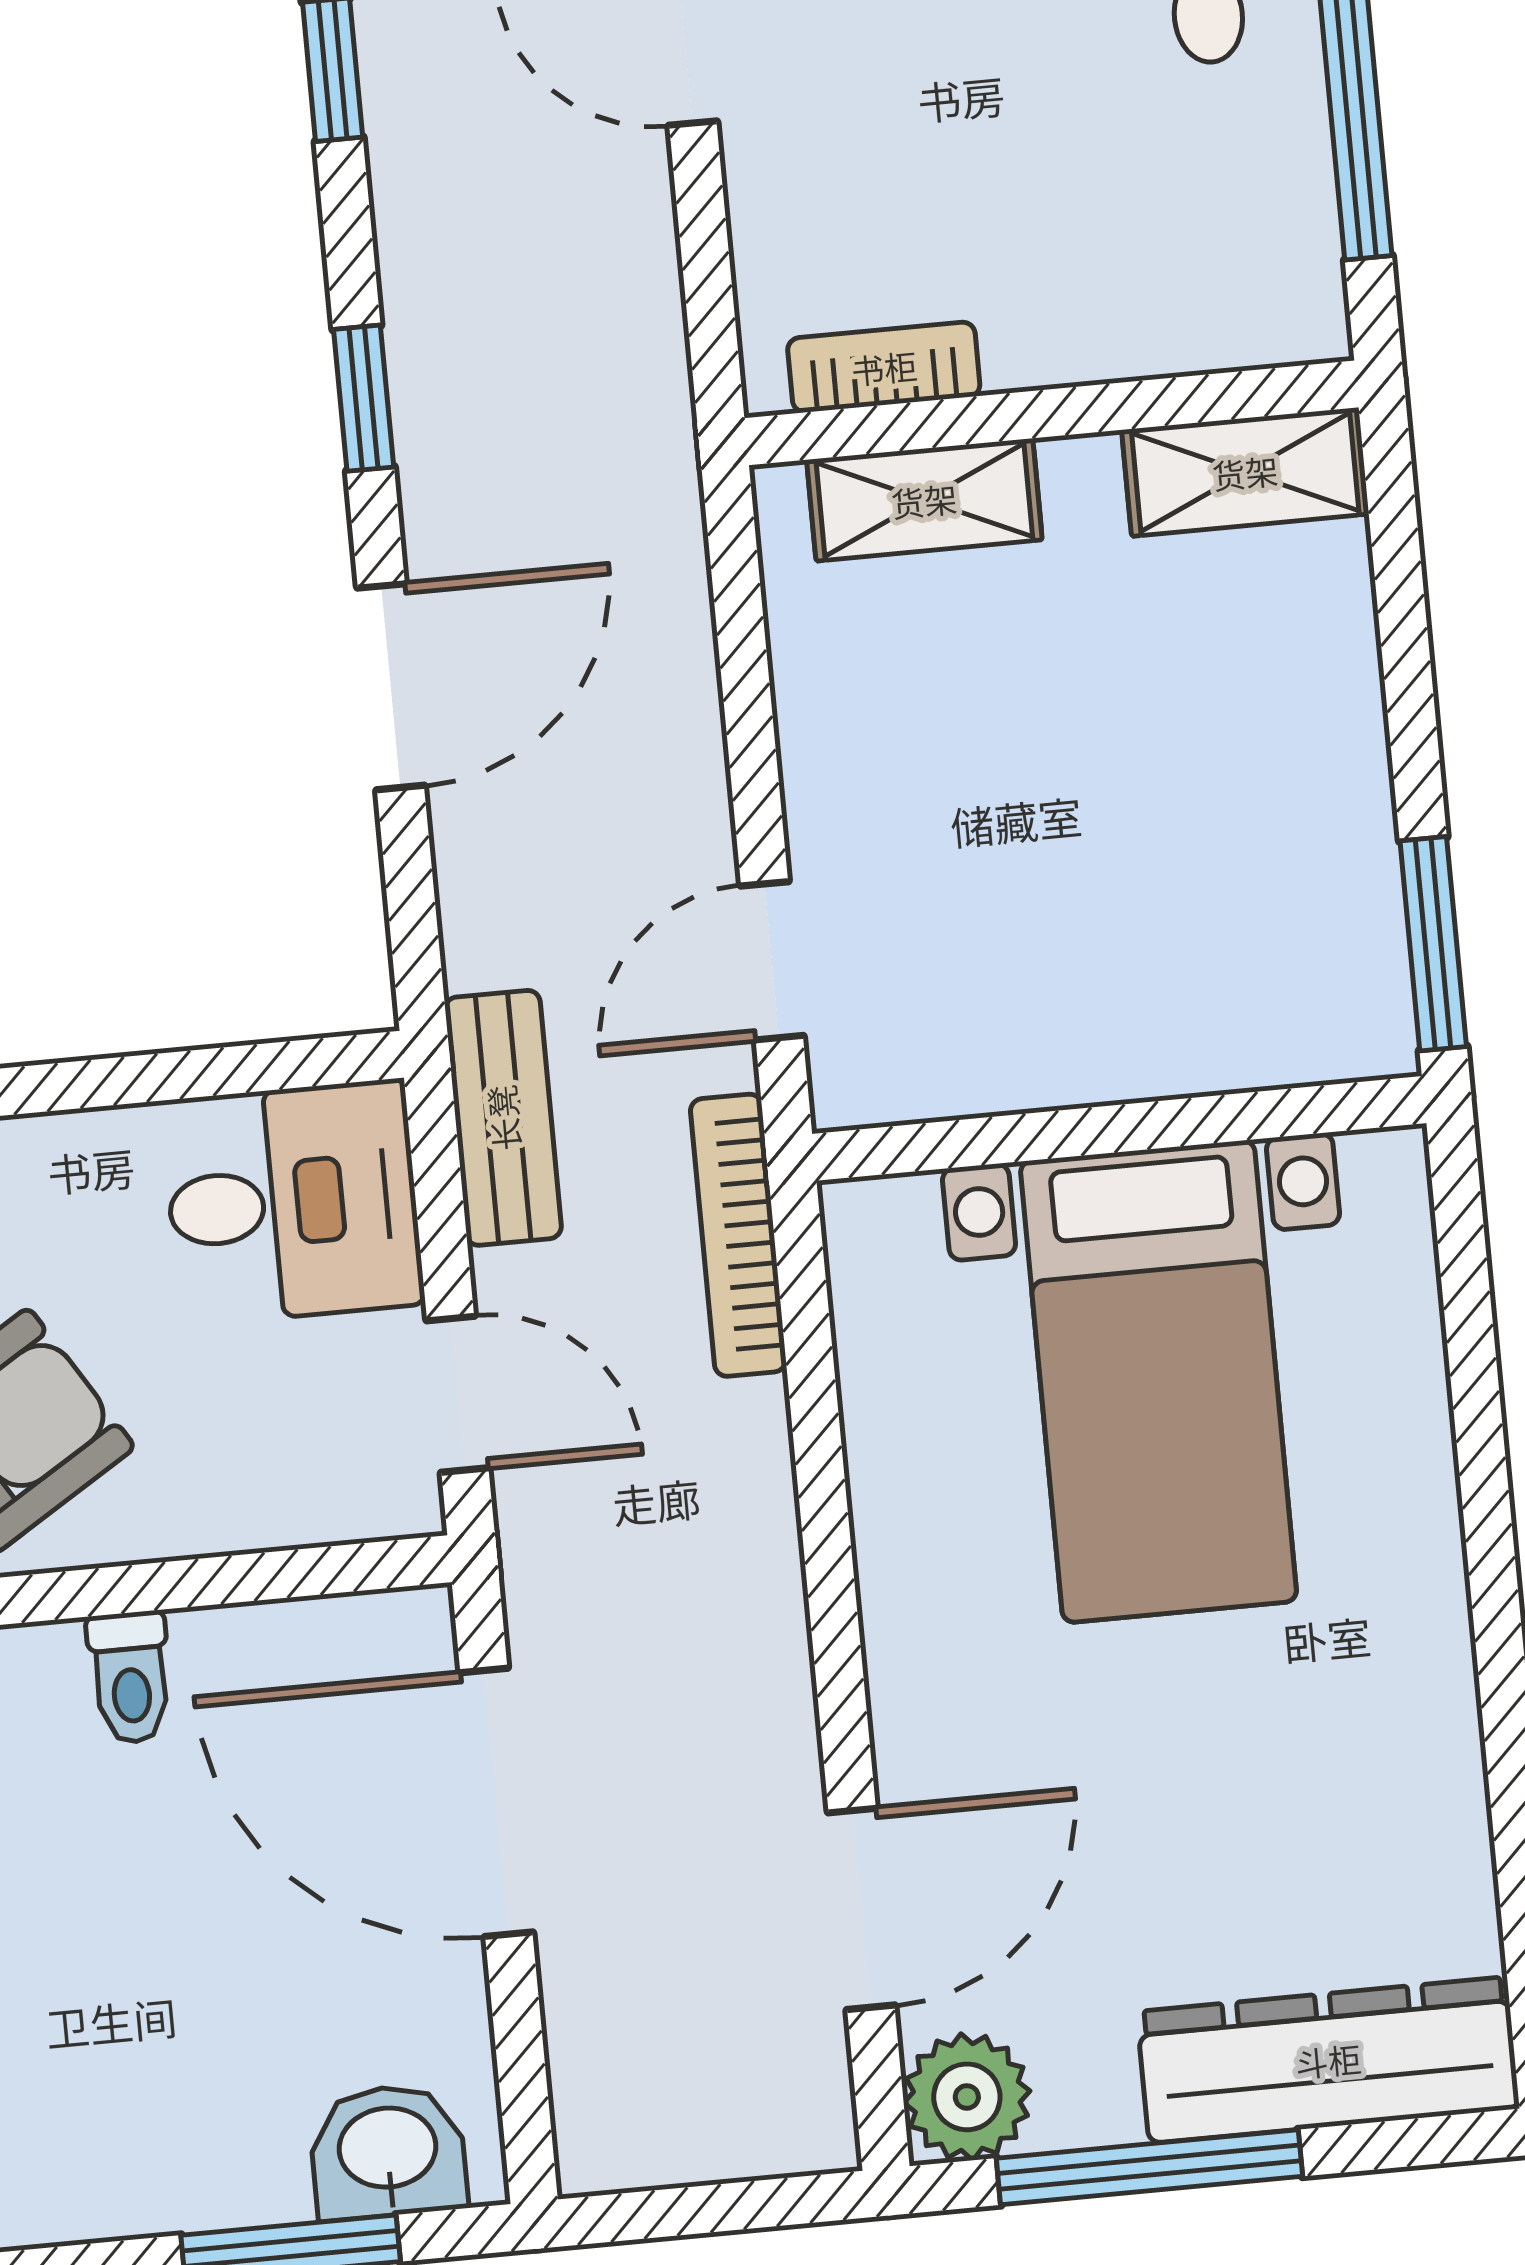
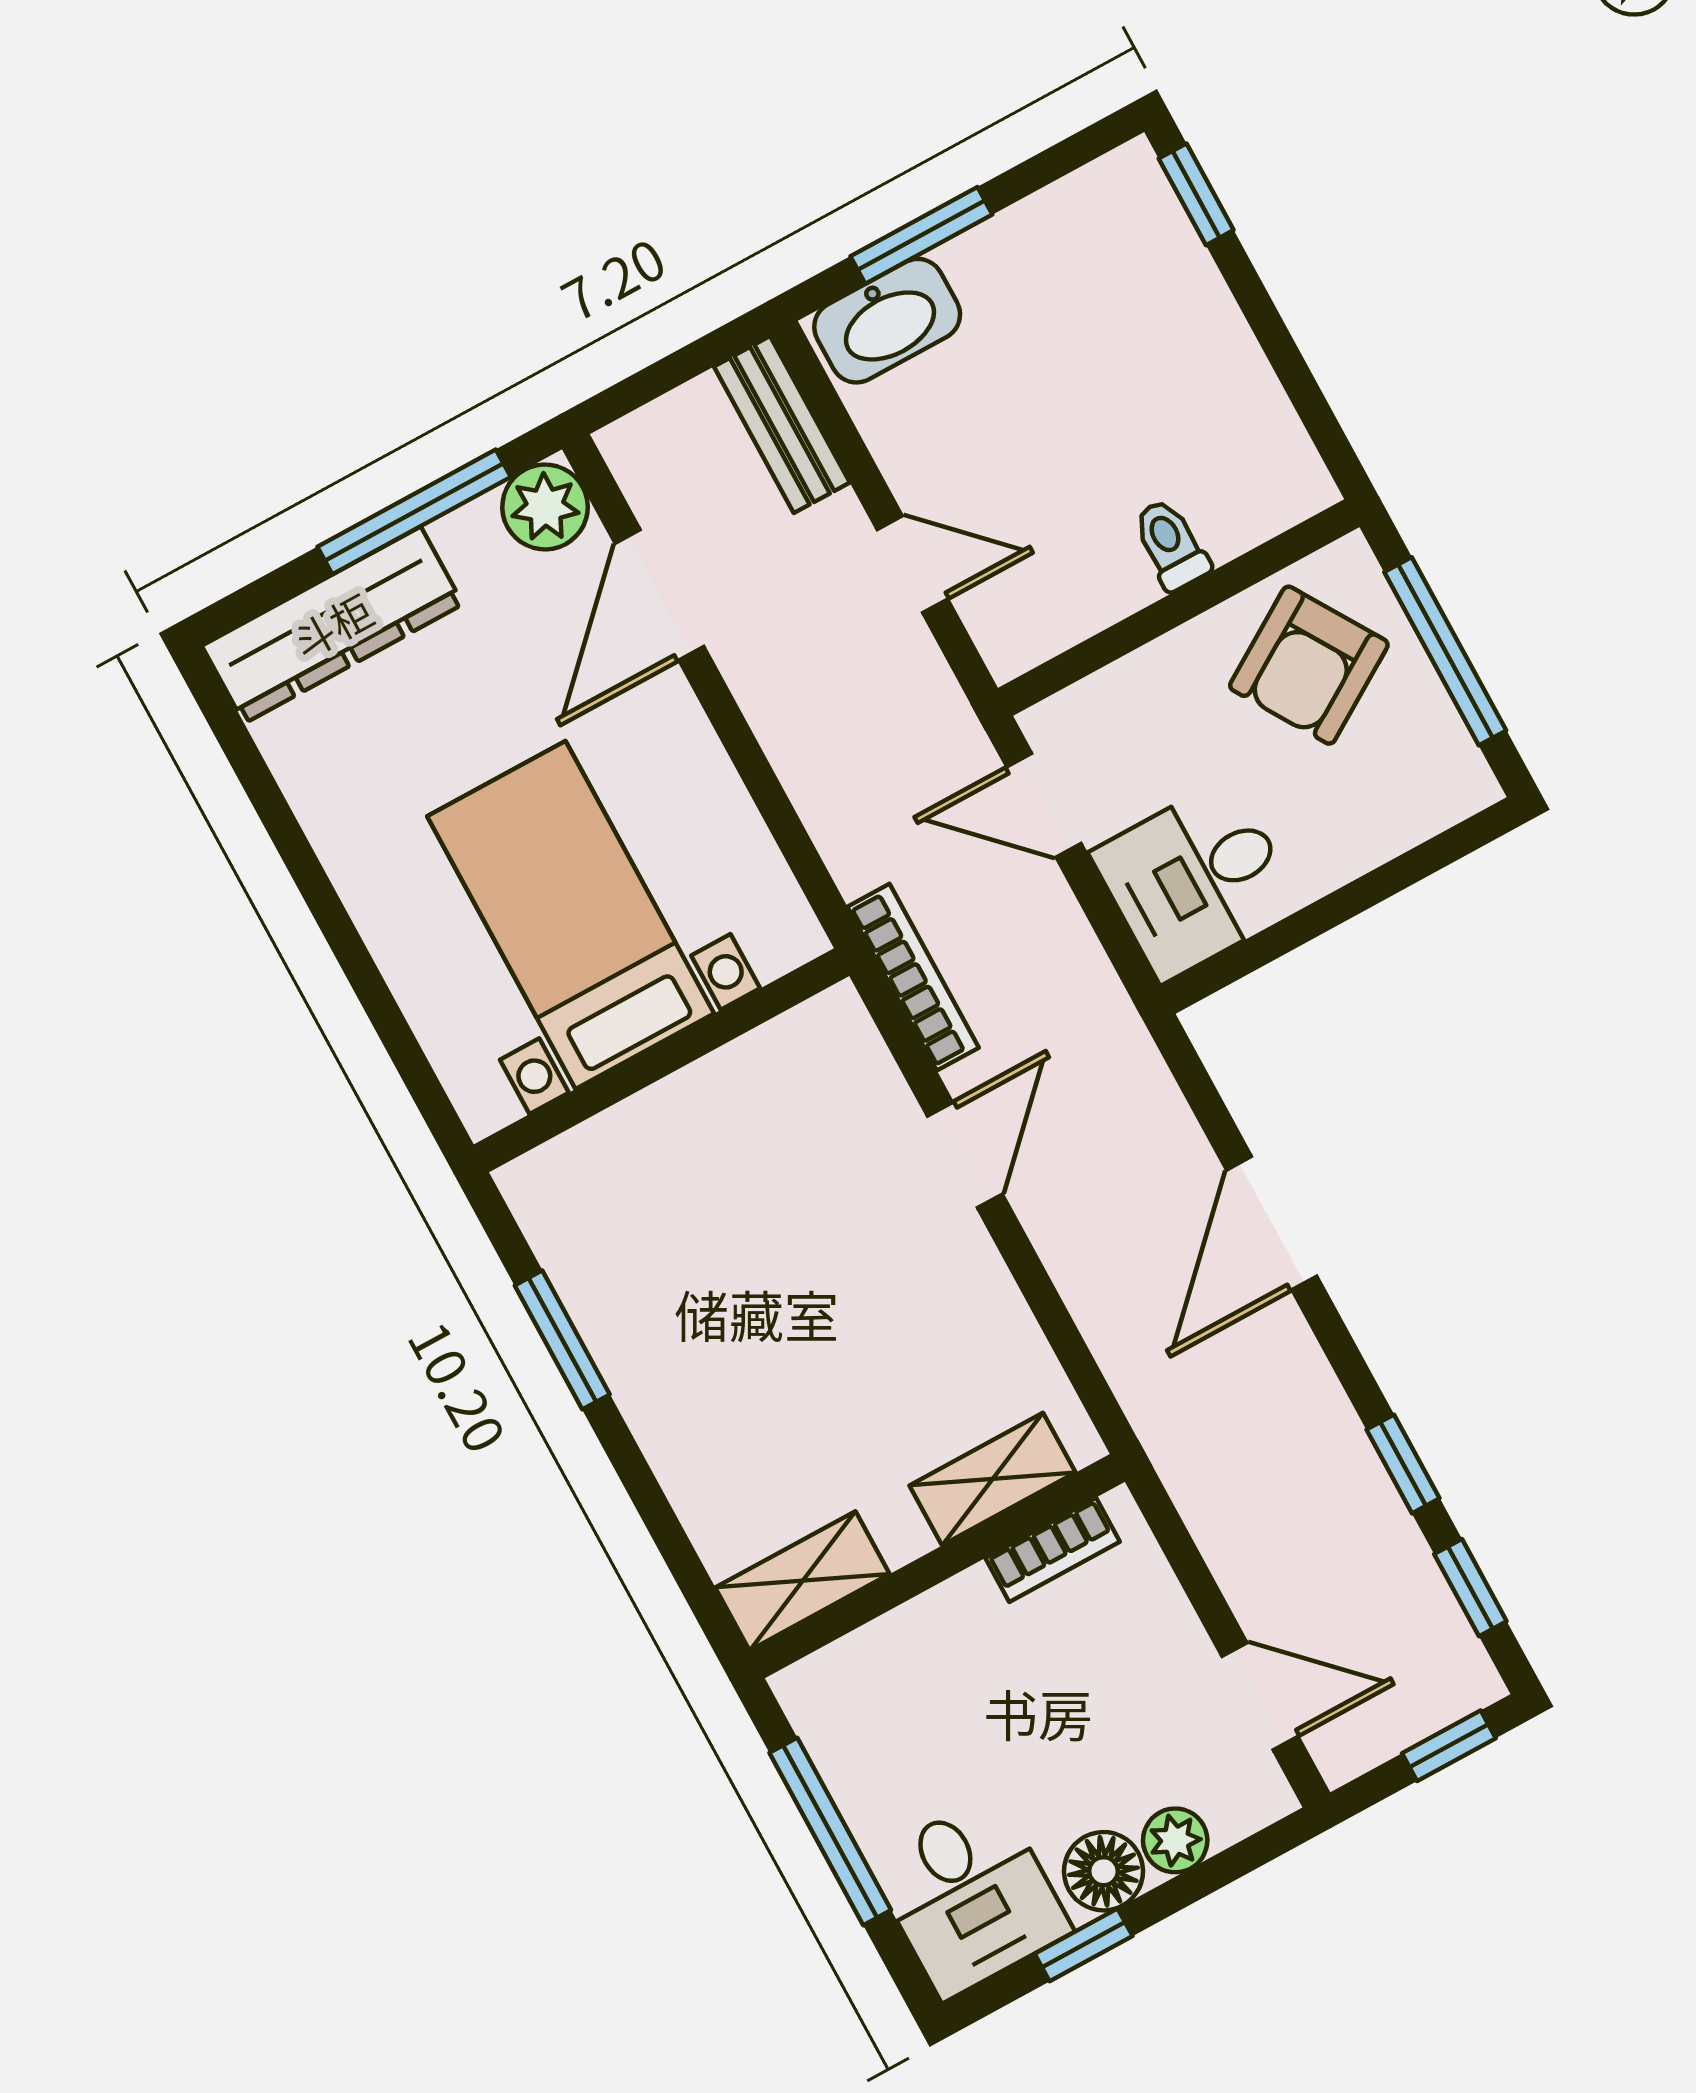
window: (364, 398) -> (1403, 1464), moved
bench: (503, 1118) -> (782, 425), moved
wall: (1119, 1128) -> (661, 1060), moved
bed with nightstands: (1158, 1381) -> (571, 915), moved
door: (496, 1802) -> (912, 564), width x0.53
washbasin: (388, 2151) -> (887, 321), width x1.38

